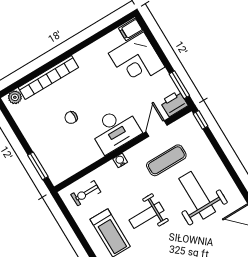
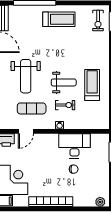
bookcase: (48, 78) -> (51, 202), moved
desk: (115, 130) -> (74, 146), moved
exercise bike: (86, 193) -> (65, 105), moved

